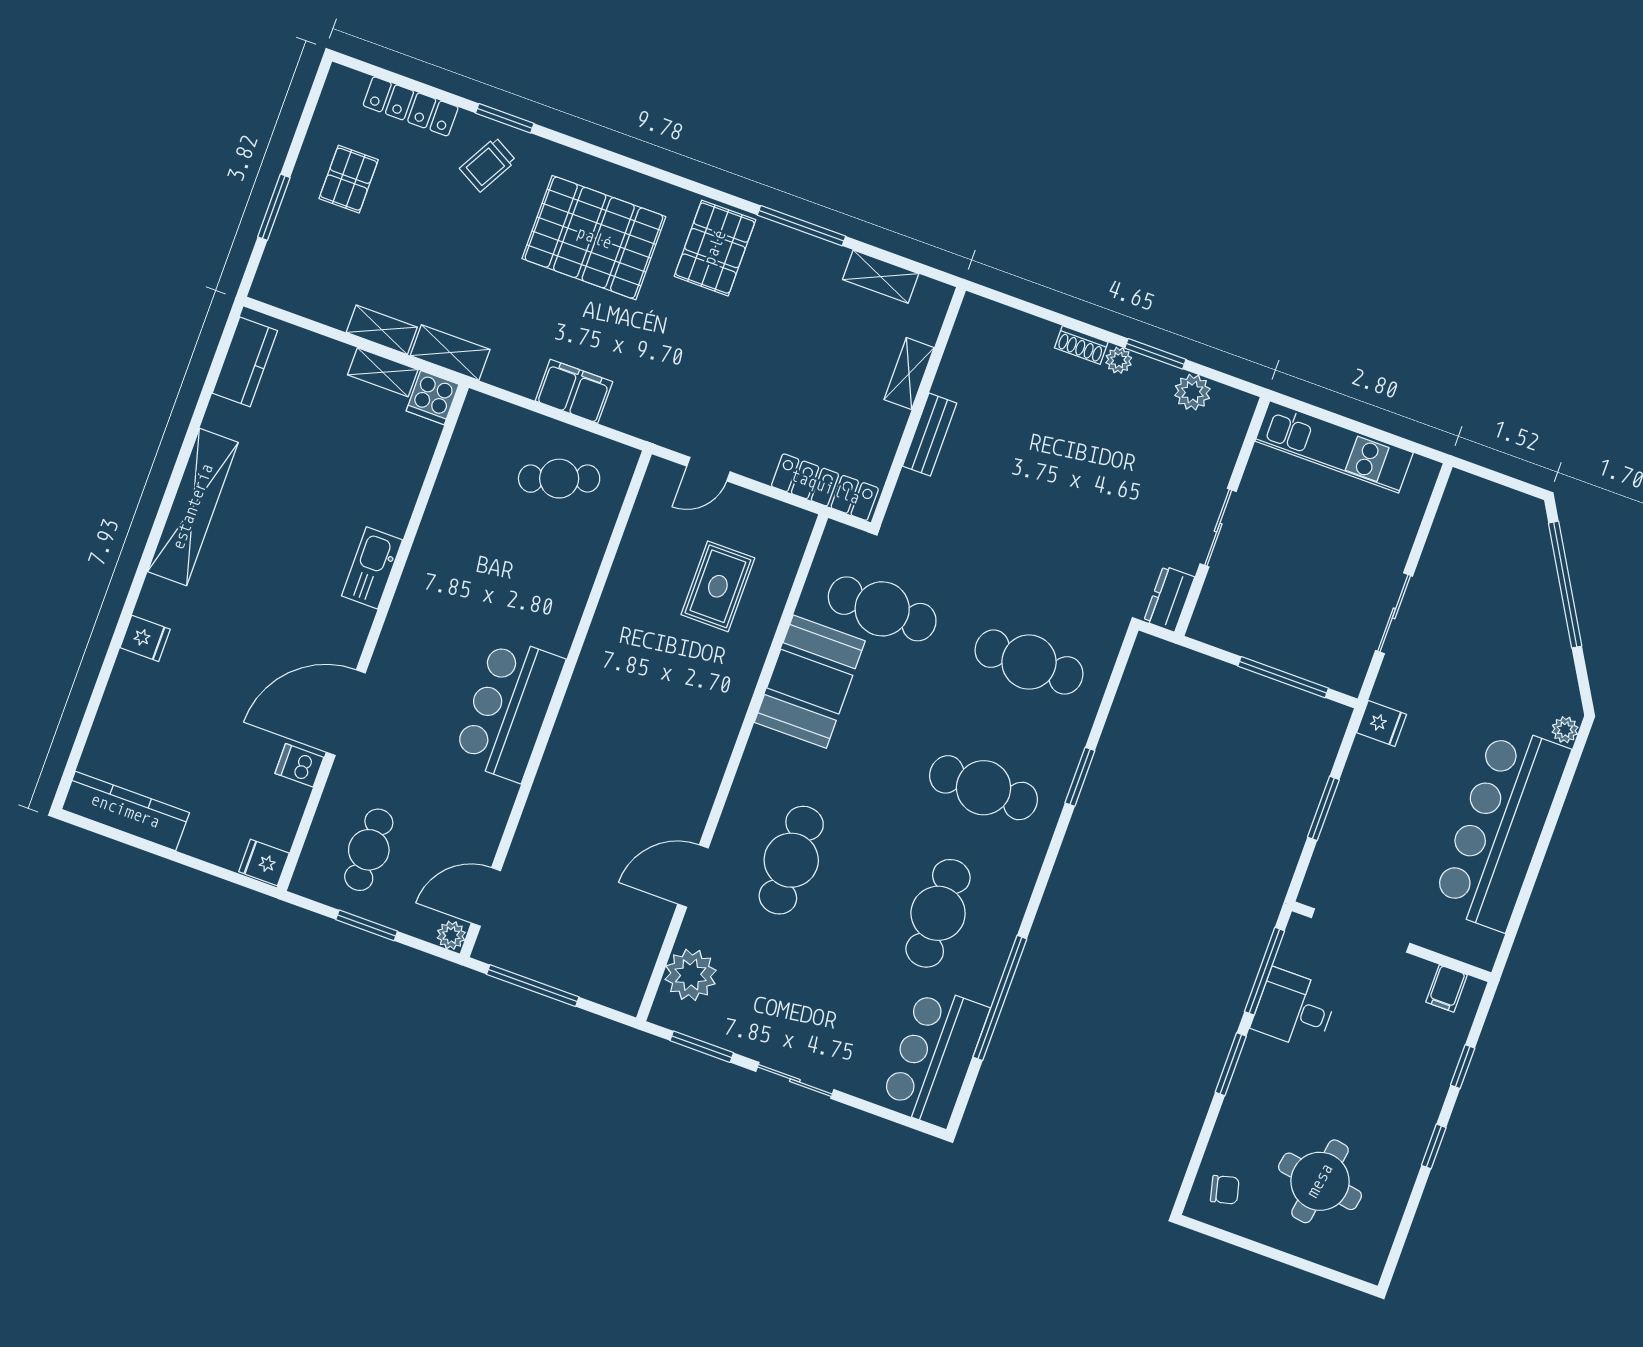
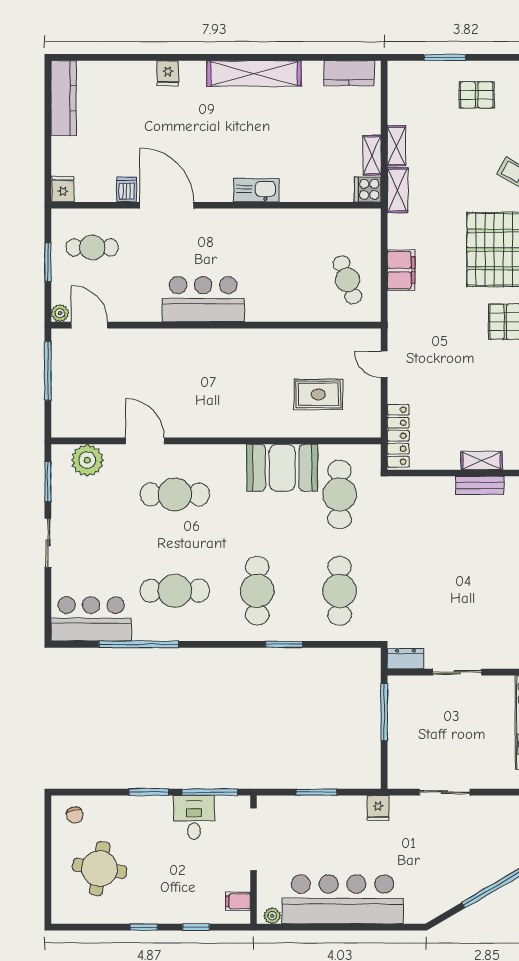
bench: (930, 435) -> (480, 485), moved
window: (1283, 677) -> (384, 712), moved
plant: (1565, 730) -> (272, 916), moved

